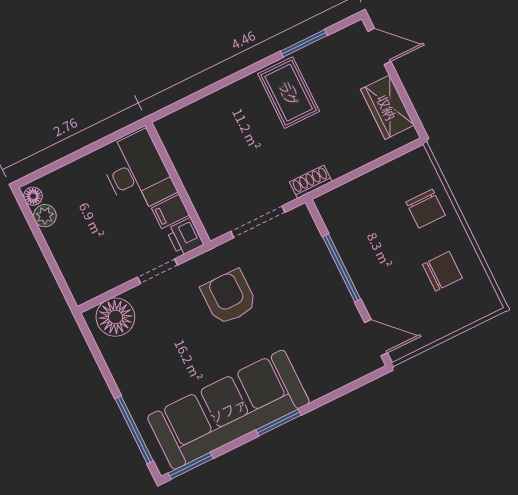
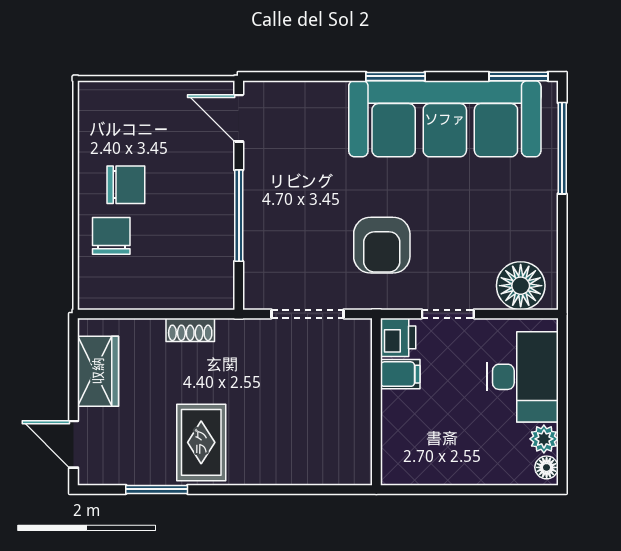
desk: (137, 172) -> (523, 377), moved, turned 180
shoe rack: (311, 182) -> (190, 330), moved
chair: (442, 271) -> (126, 185), moved, turned 180

